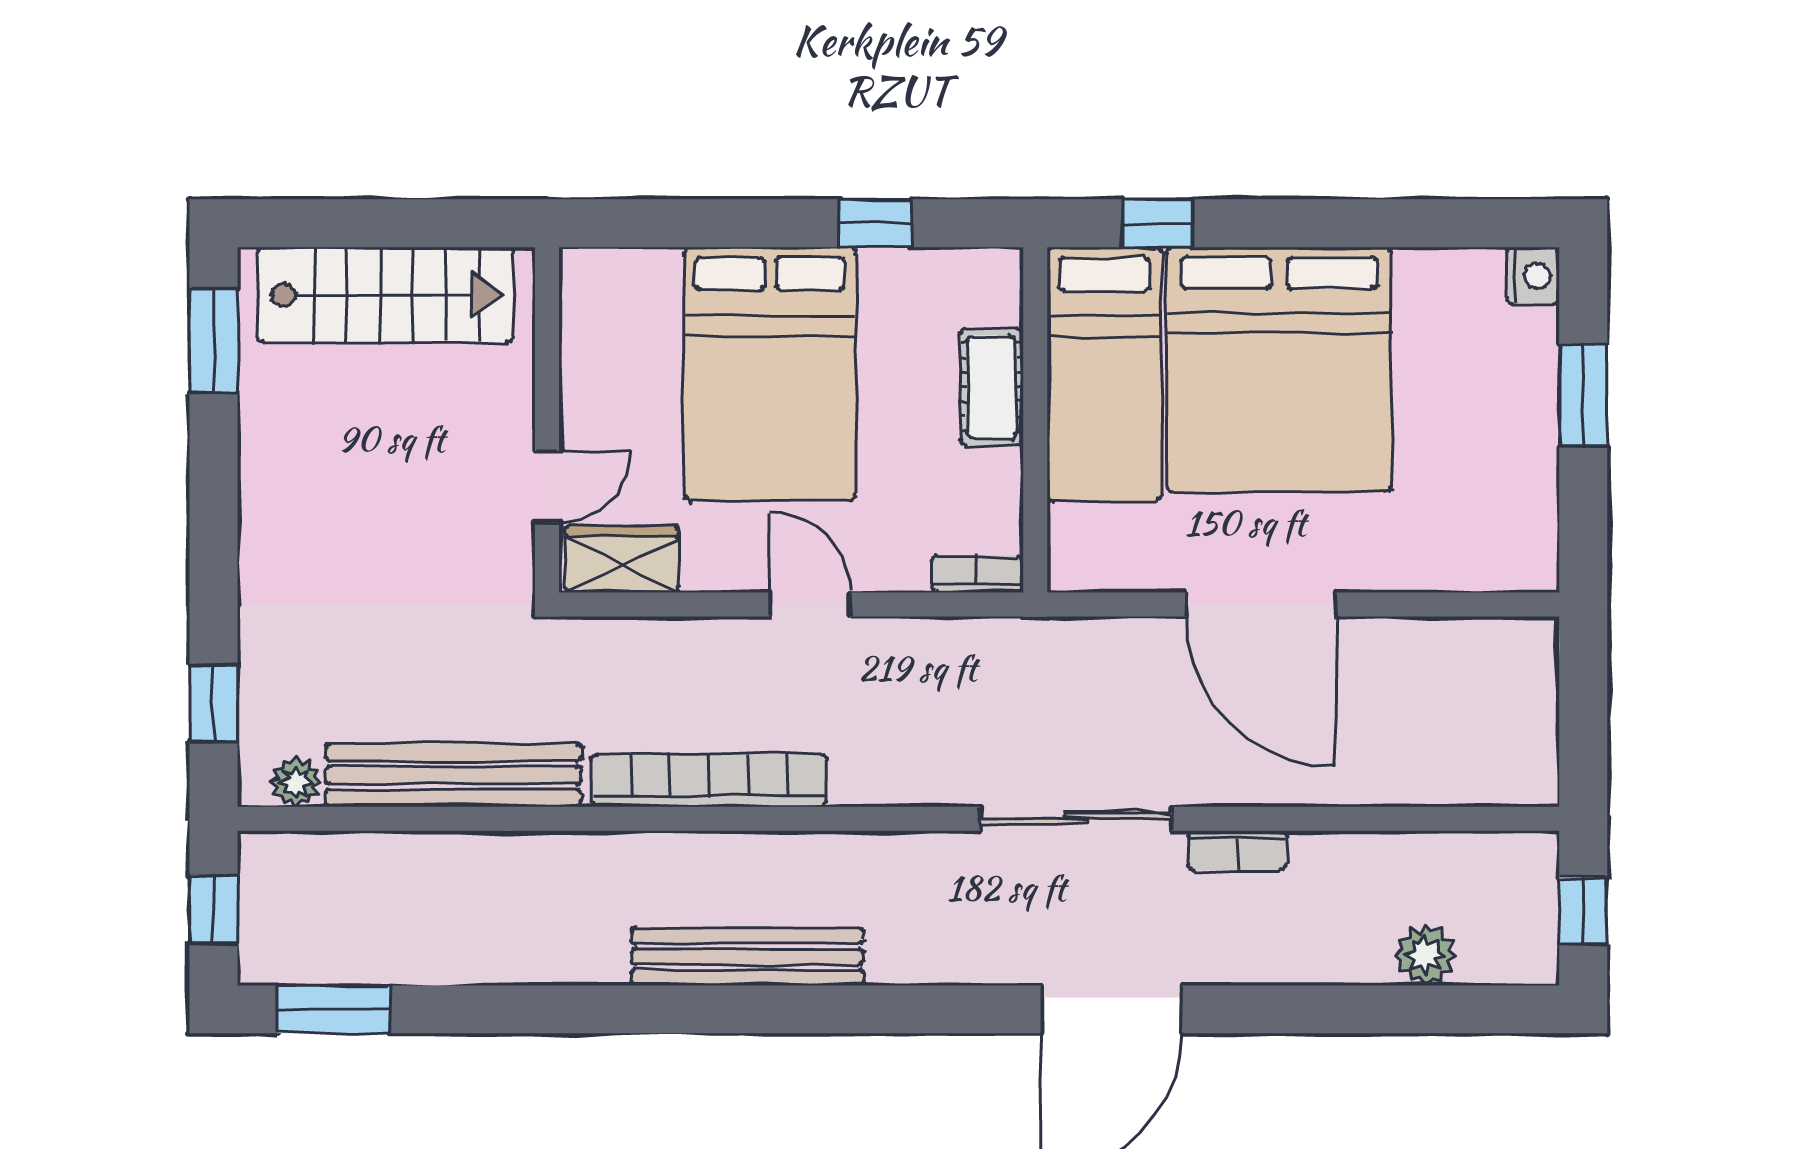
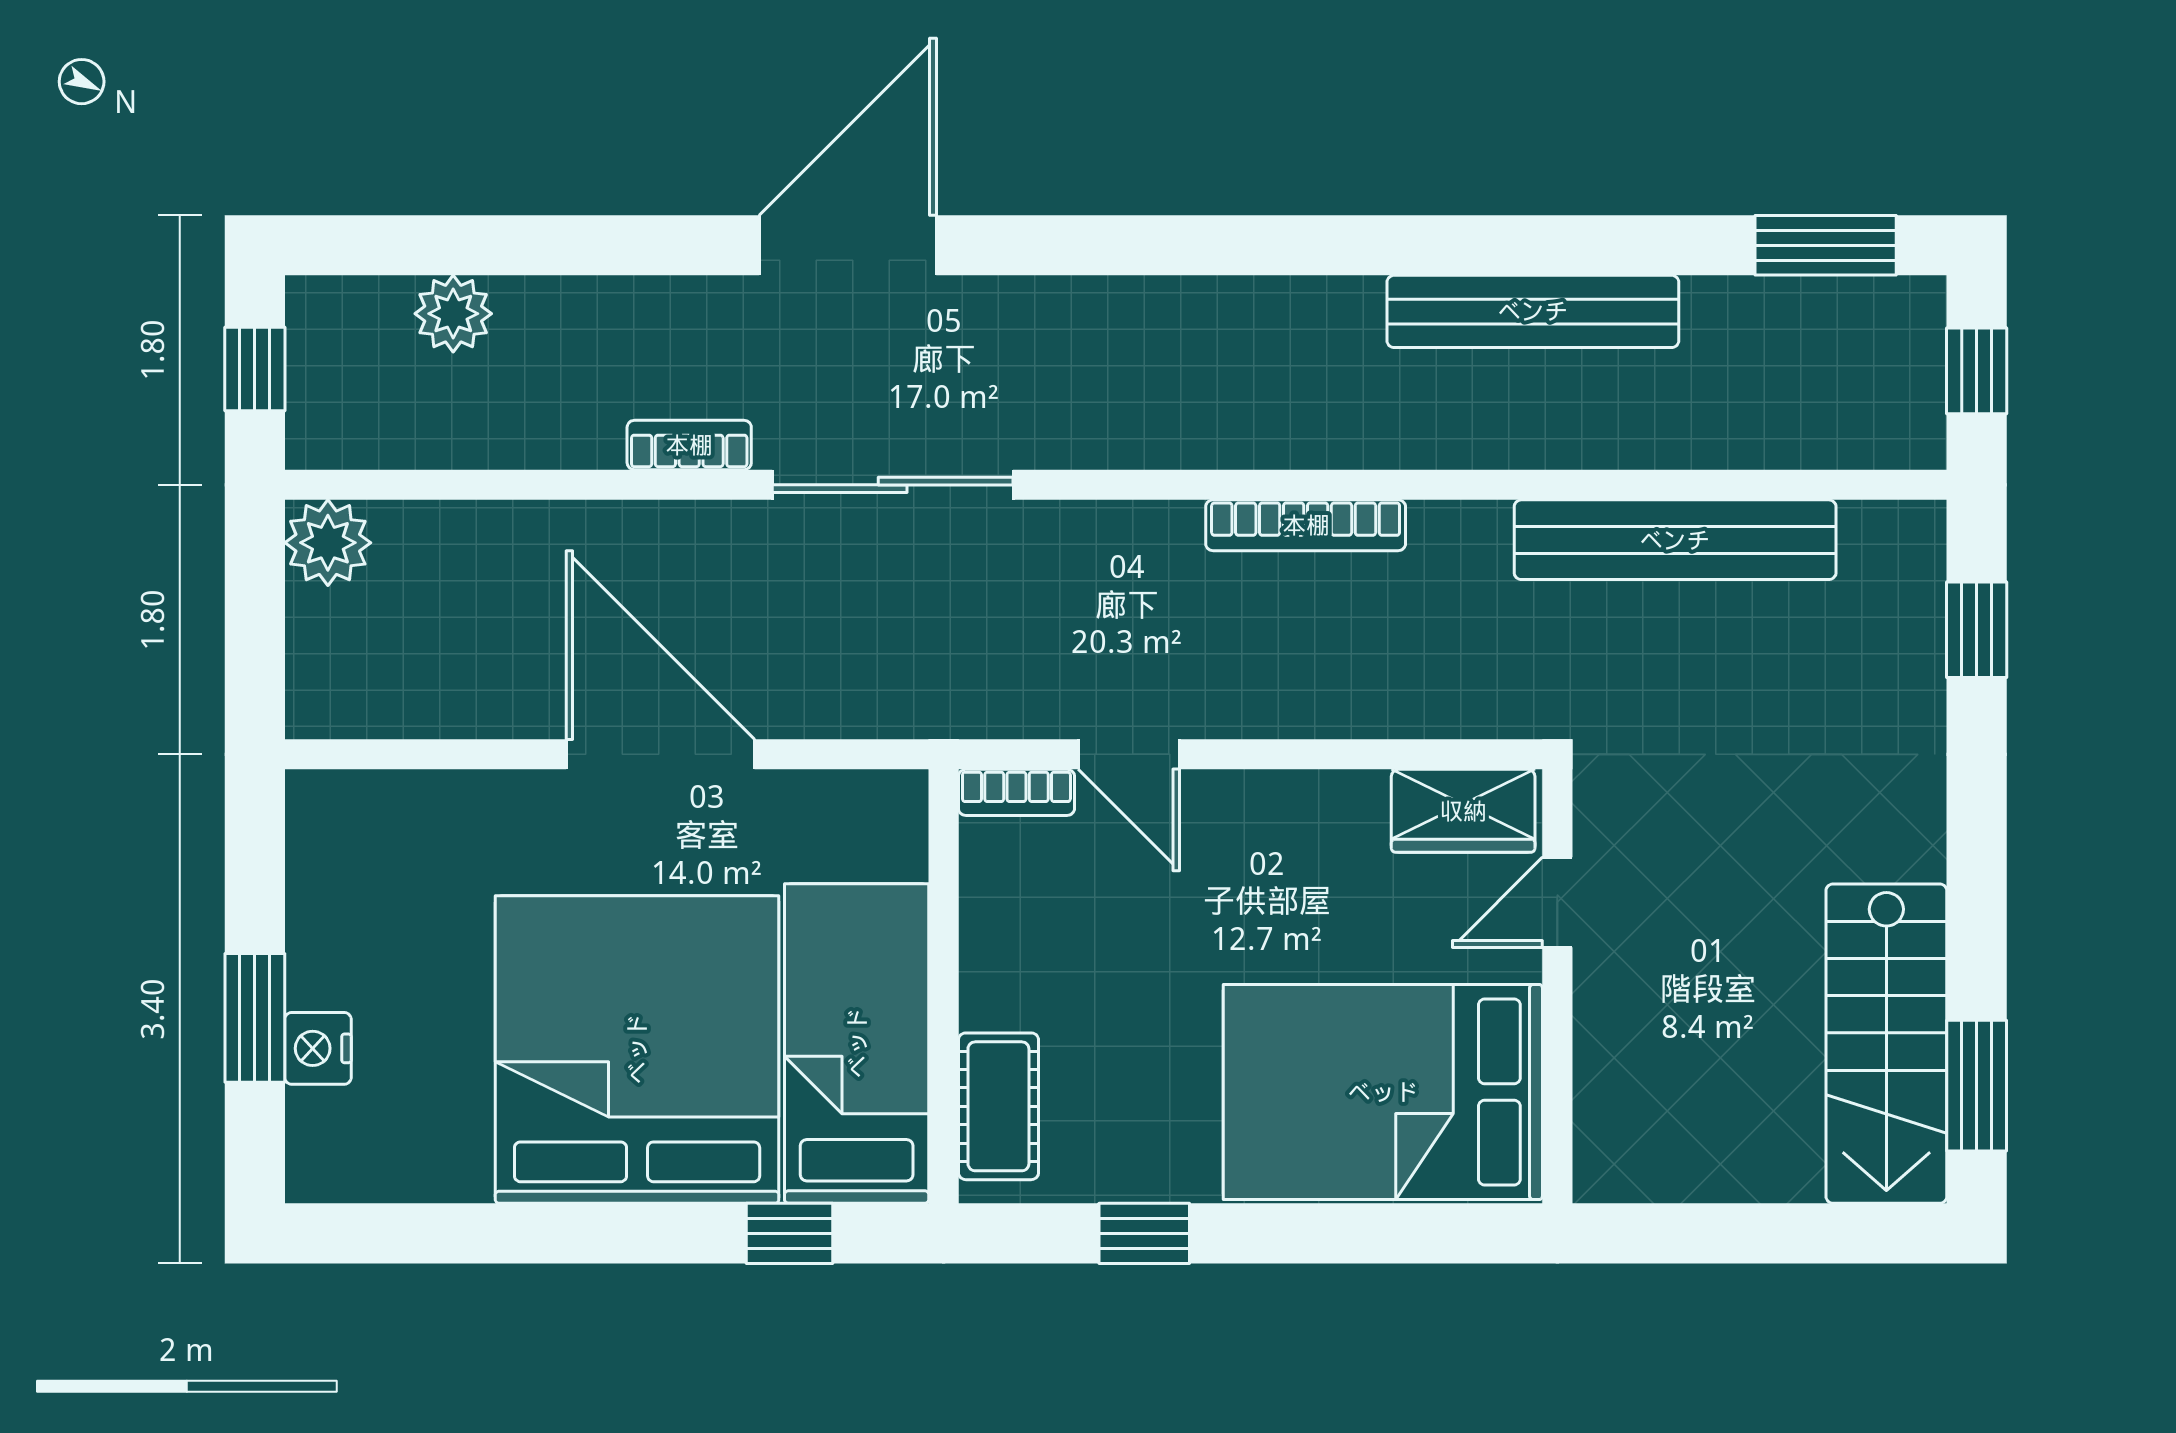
nightstand: (1533, 276) -> (318, 1048), moved
stairs: (385, 295) -> (1886, 1044), moved, turned -90
bed: (770, 374) -> (1383, 1092), moved, turned -90
cot: (992, 387) -> (998, 1106), moved
door: (810, 604) -> (1129, 754), moved
bookcase: (709, 780) -> (1306, 525), width x0.68, depth x0.76
plant: (296, 782) -> (328, 543), moved, width x1.38, depth x1.38
bench: (747, 957) -> (1533, 311), moved

